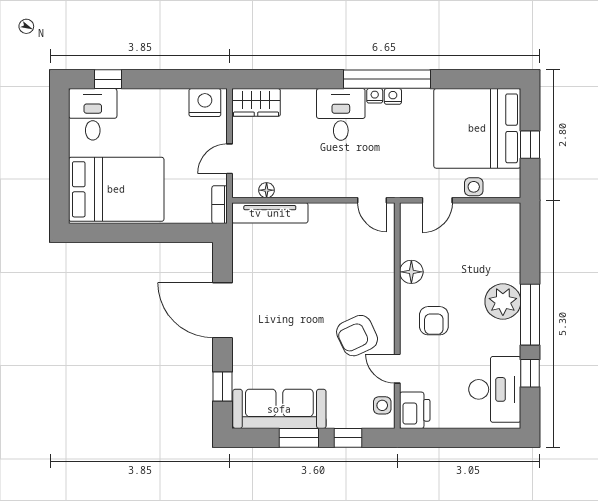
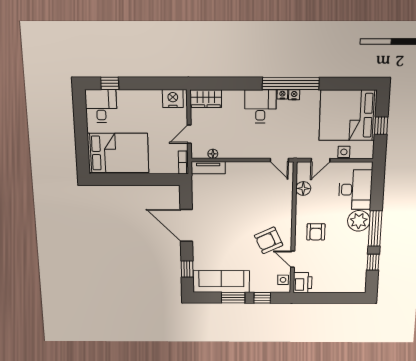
tv unit: (270, 213) -> (208, 168), width x0.71
floor lamp: (411, 272) -> (303, 188), moved
desk: (495, 389) -> (355, 190), moved

